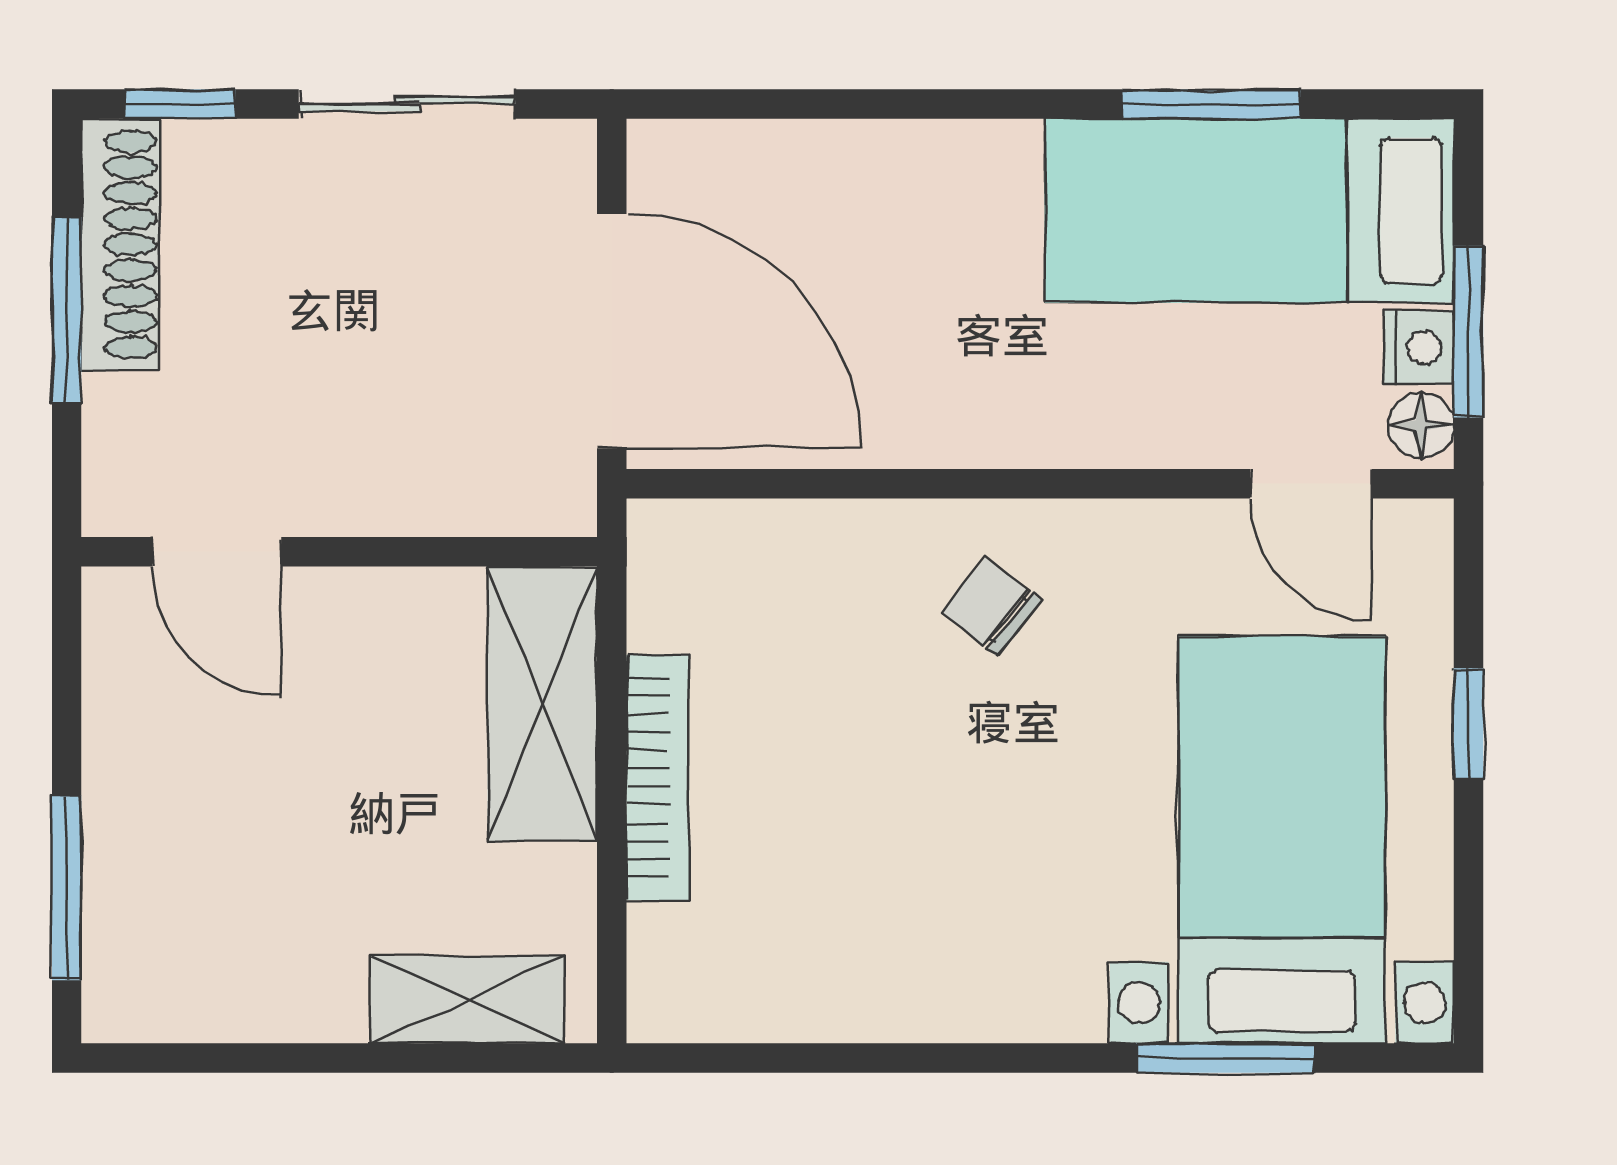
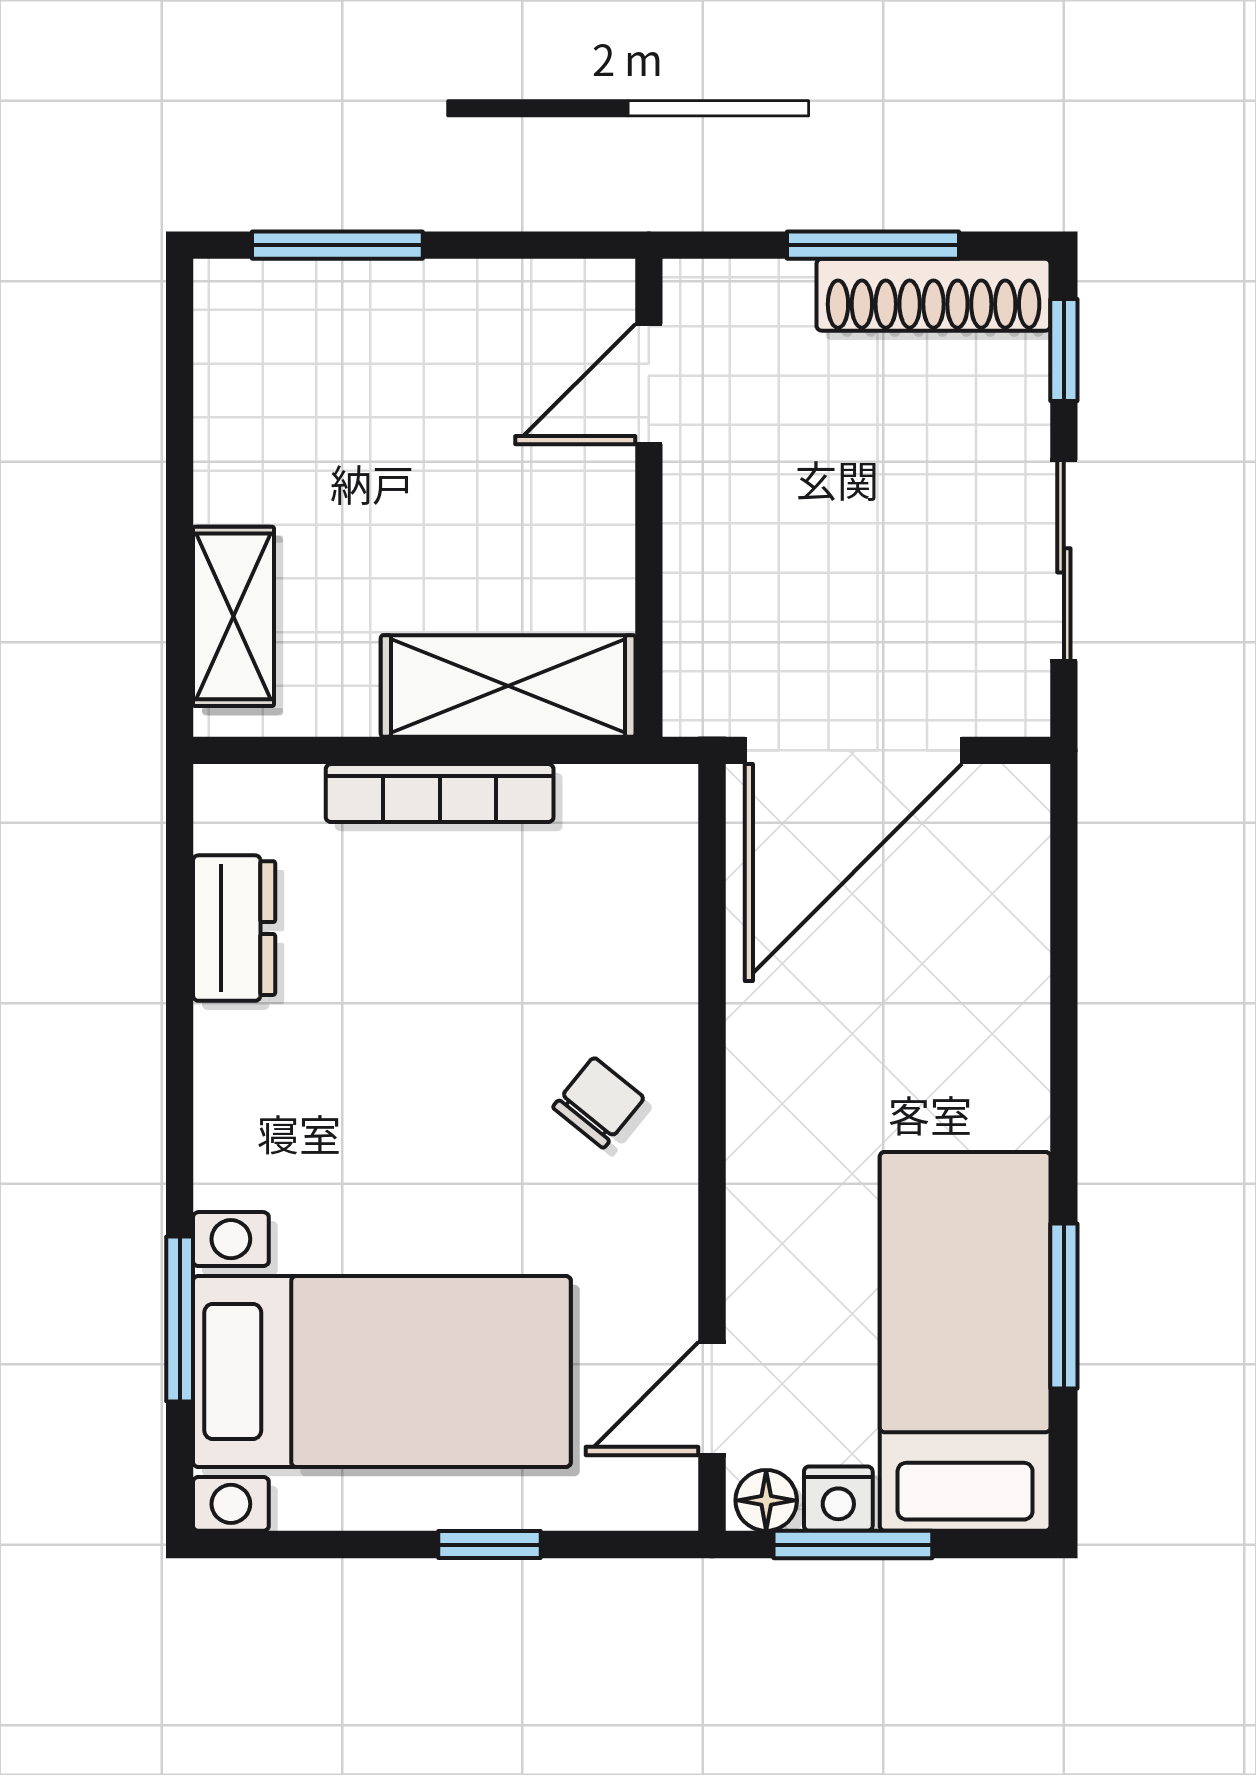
dresser: (803, 999) -> (234, 928), added

